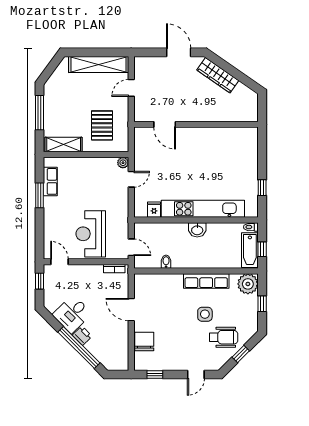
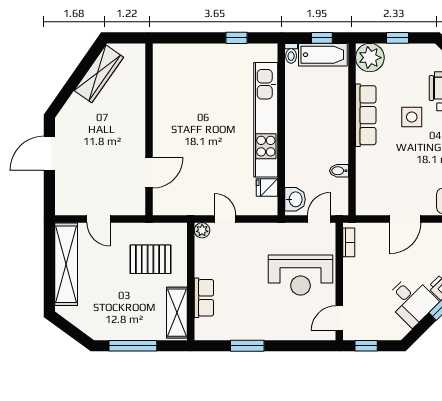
wardrobe: (218, 75) -> (99, 74), moved
row of seats: (50, 181) -> (204, 298), moved, turned 90
washbasin: (197, 230) -> (295, 199), moved

